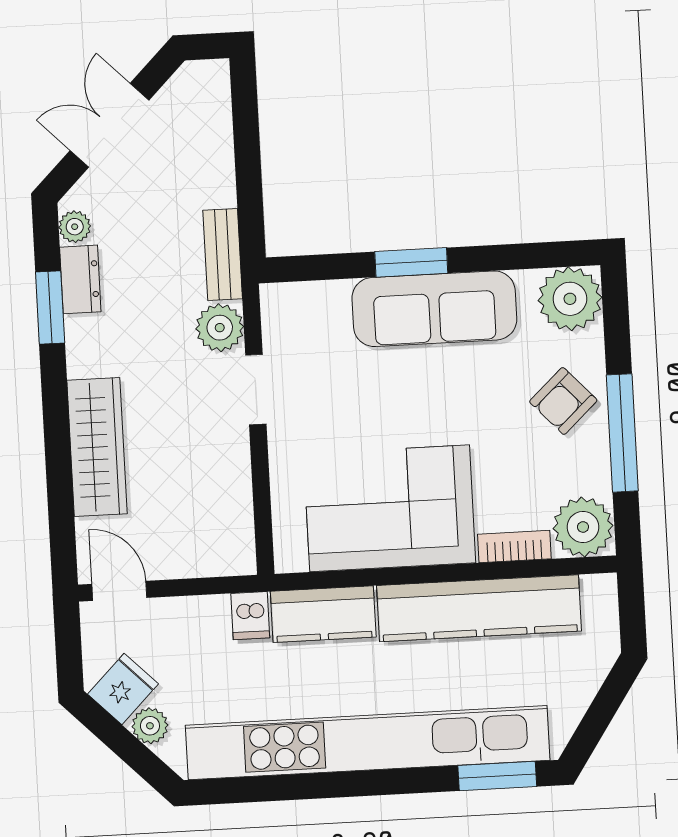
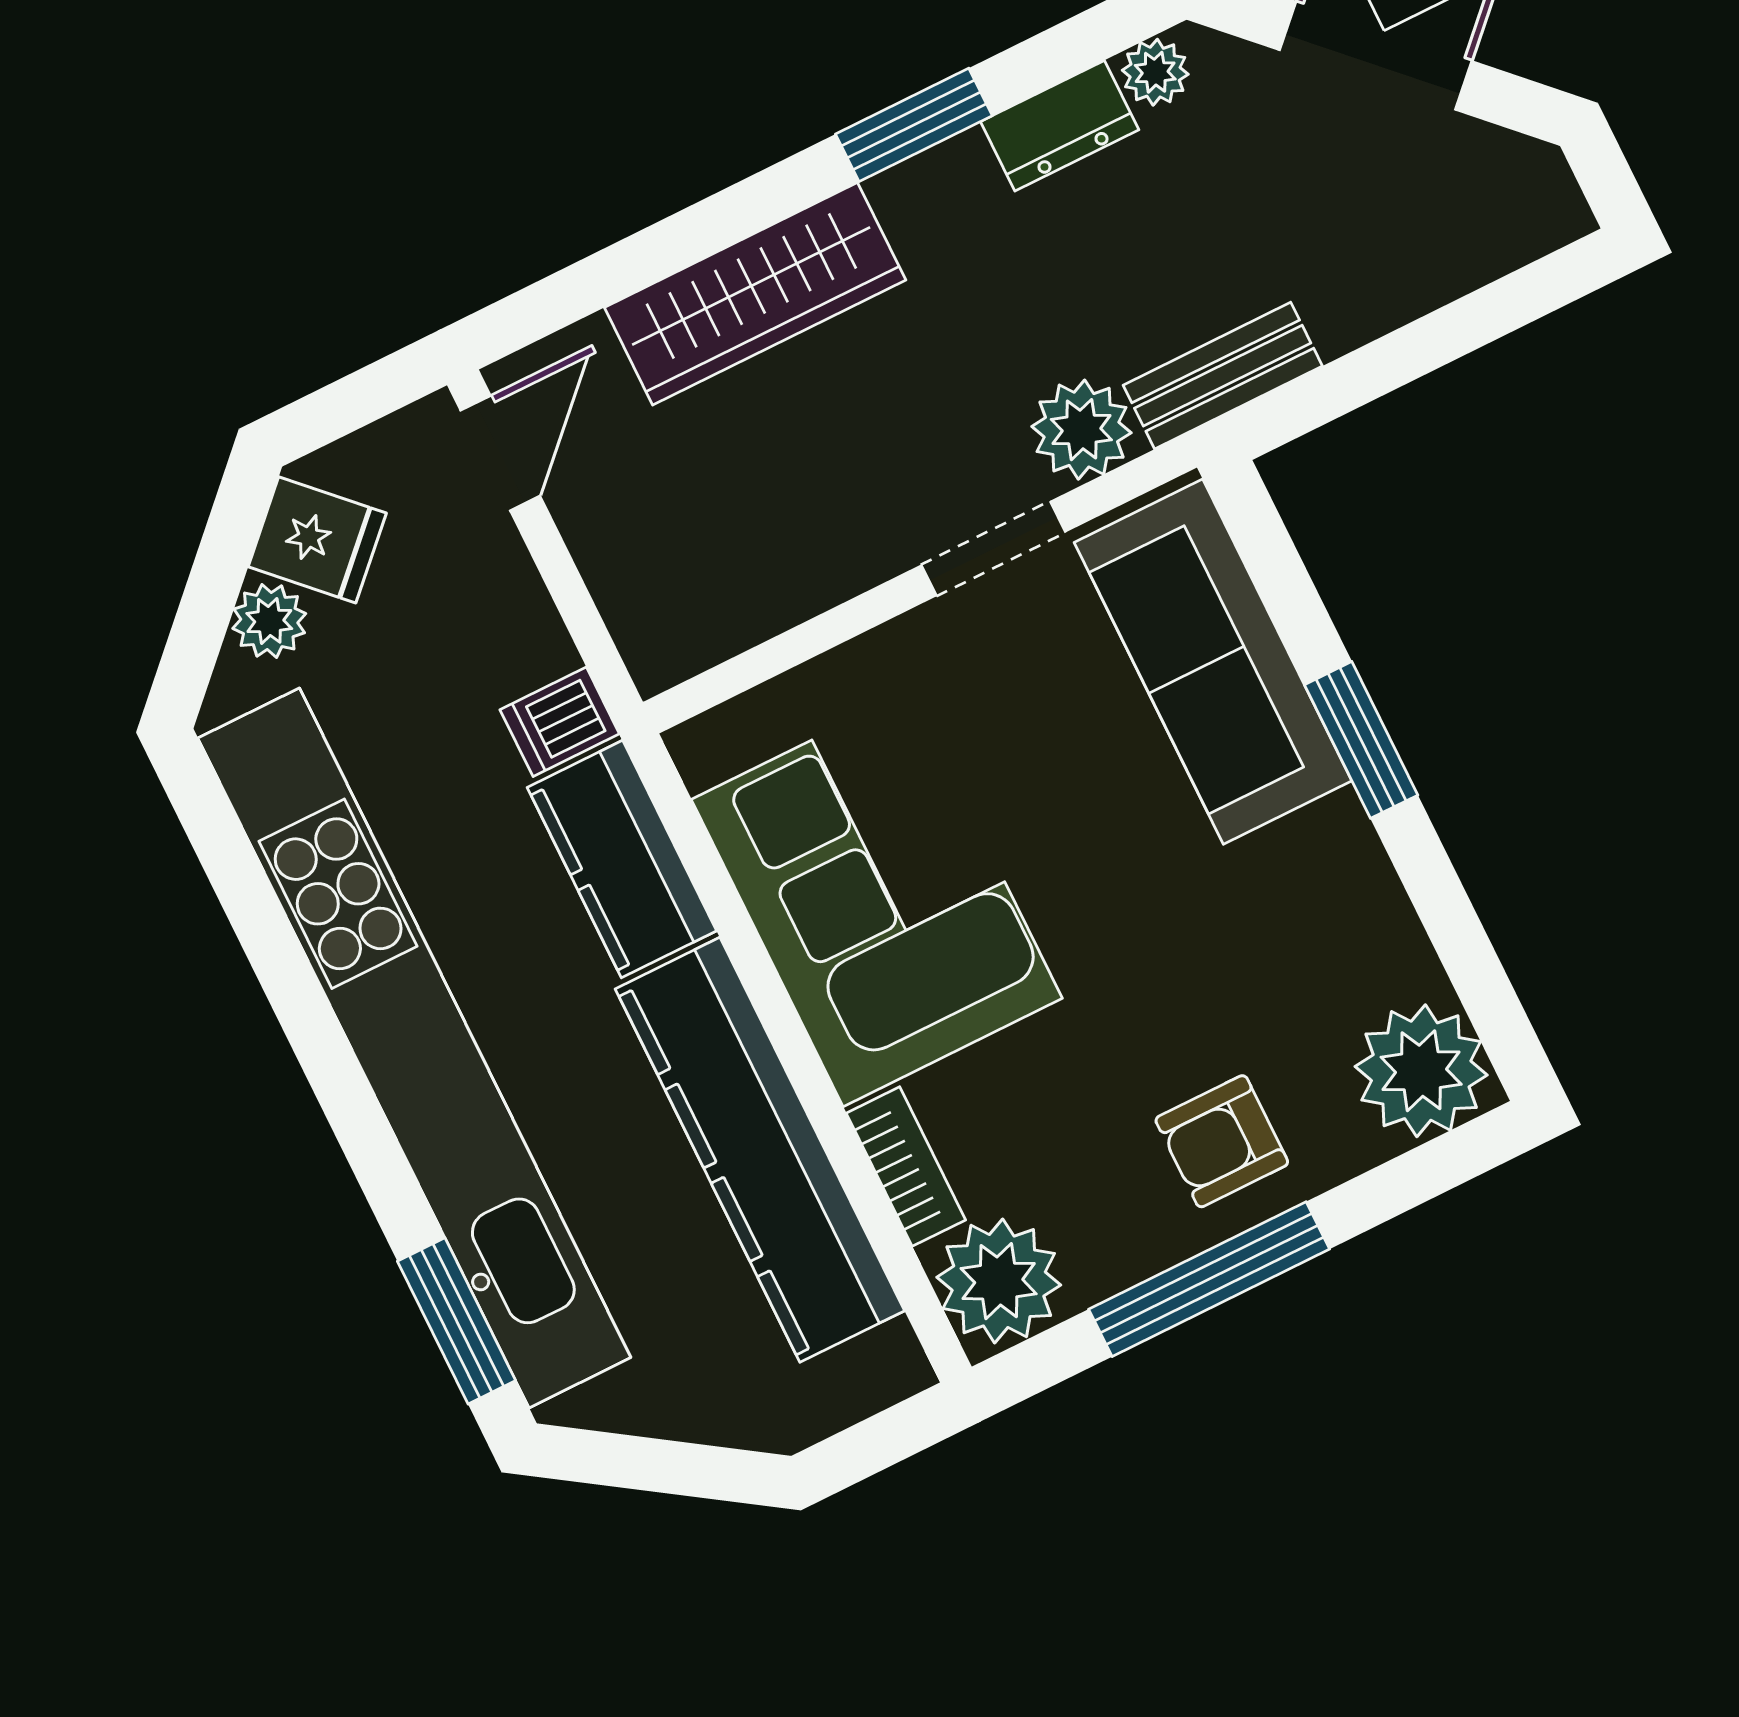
window: (50, 307) -> (914, 125), moved
sofa: (434, 309) -> (1213, 662), moved
armchair: (563, 401) -> (1222, 1141), turned -47

